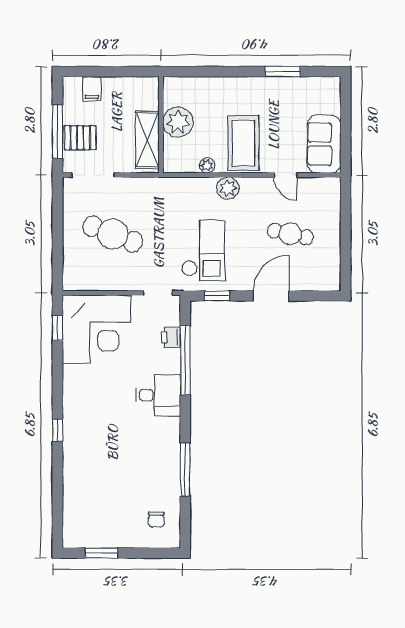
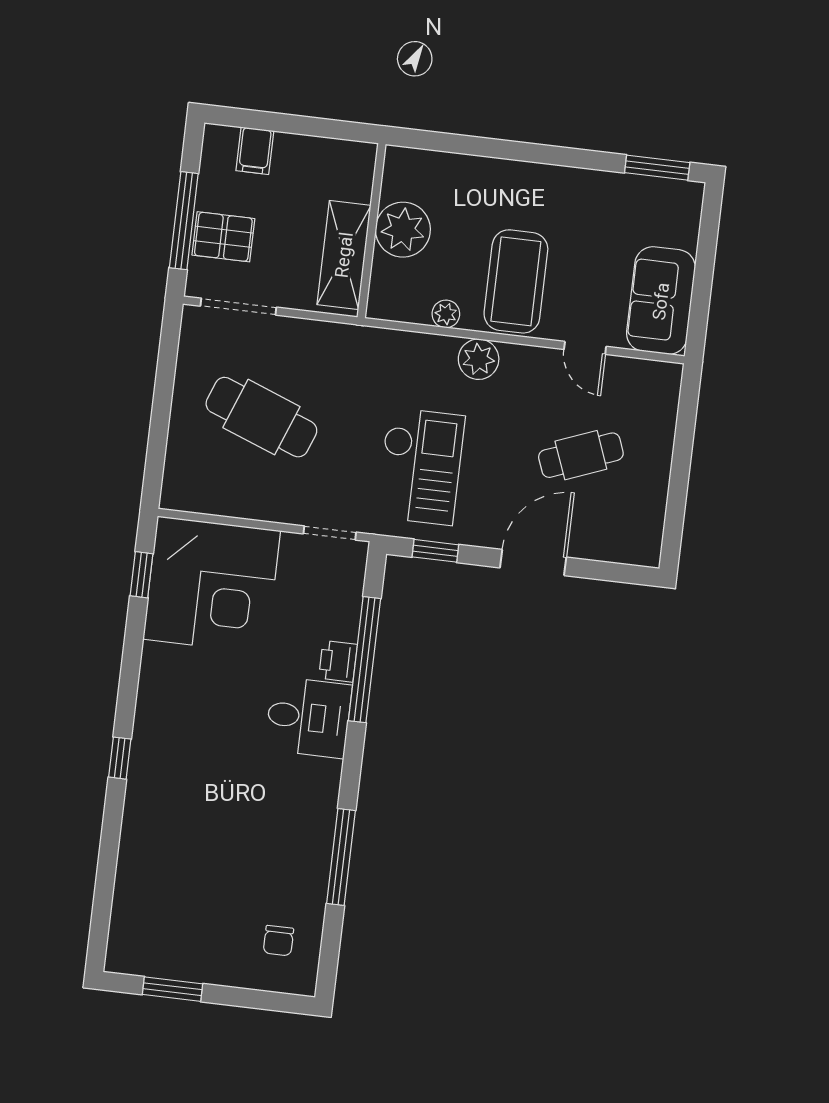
window: (283, 72) -> (657, 168), moved
cafe table: (290, 234) -> (581, 455), turned -33
printer: (171, 337) -> (338, 661), moved

